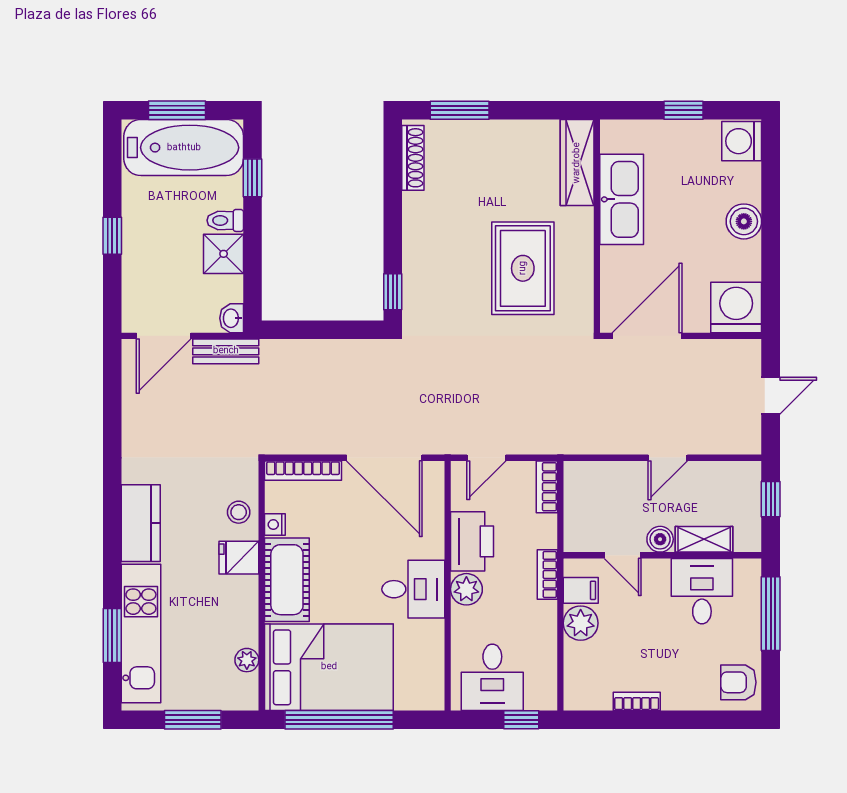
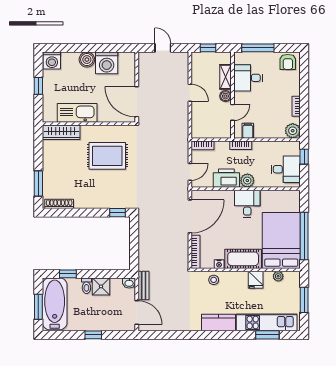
washing machine: (736, 307) -> (107, 63), moved, turned -90
door: (486, 458) -> (190, 172), hinge flipped
fridge: (239, 558) -> (256, 280), moved
plant: (581, 623) -> (293, 131), moved

